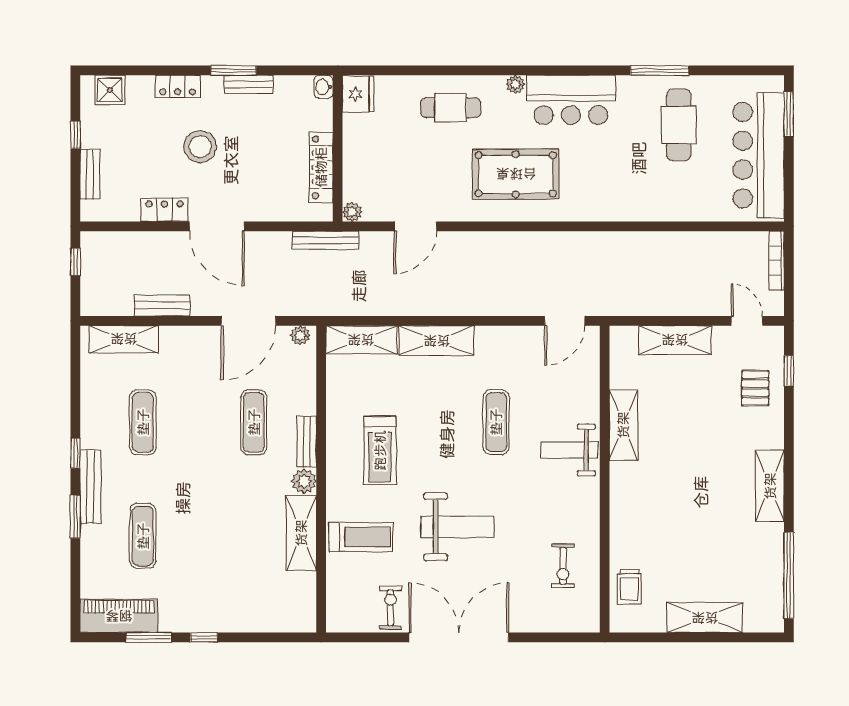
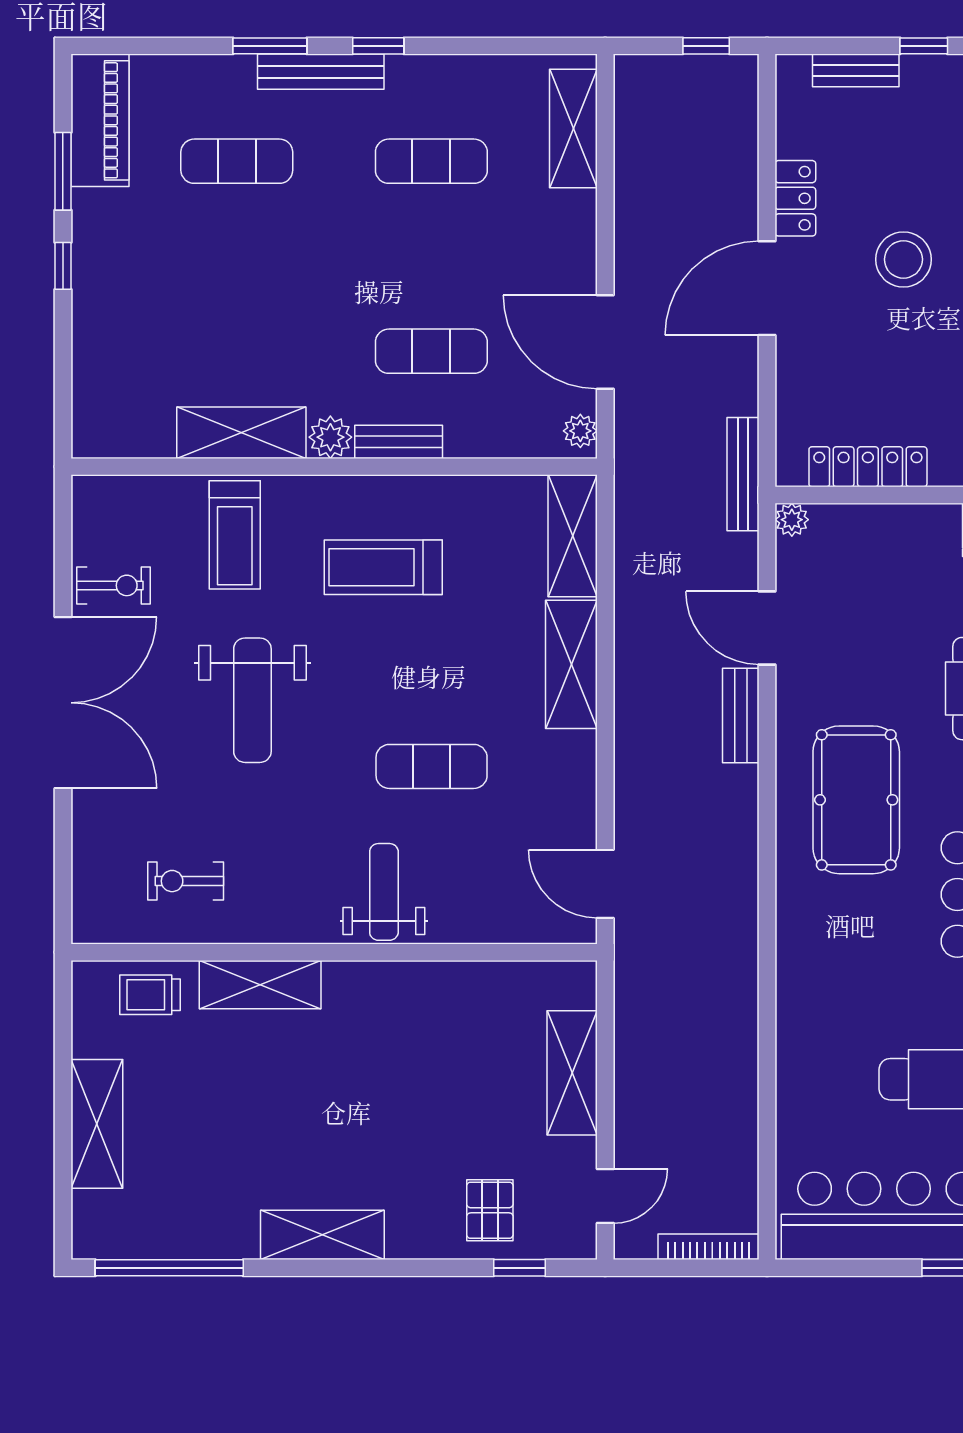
bench: (162, 305) -> (741, 716), moved
pallet: (755, 388) -> (490, 1210), turned 90
shelving: (623, 425) -> (260, 985), moved

